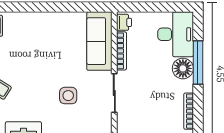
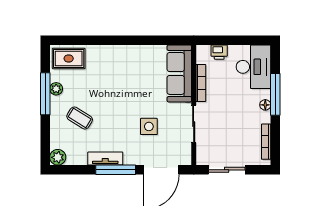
printer: (124, 22) -> (219, 52), moved, turned 90
floor lamp: (183, 68) -> (265, 105), width x0.53, depth x0.53

